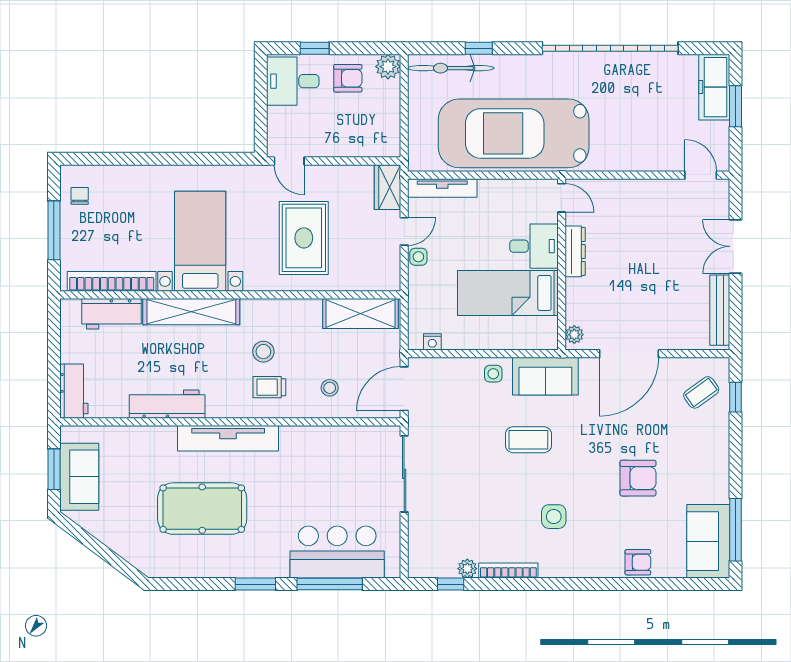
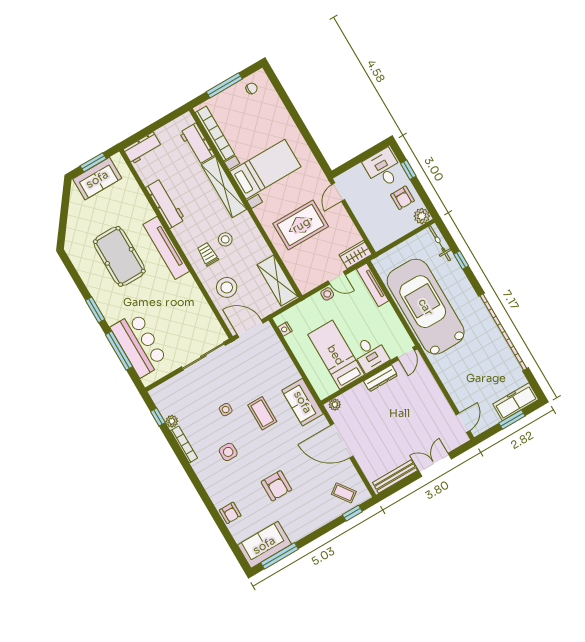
bicycle: (451, 68) -> (440, 243), width x0.73, depth x0.71
side table: (493, 374) -> (226, 410), moved
stool: (330, 388) -> (227, 287), width x1.89, depth x1.89

